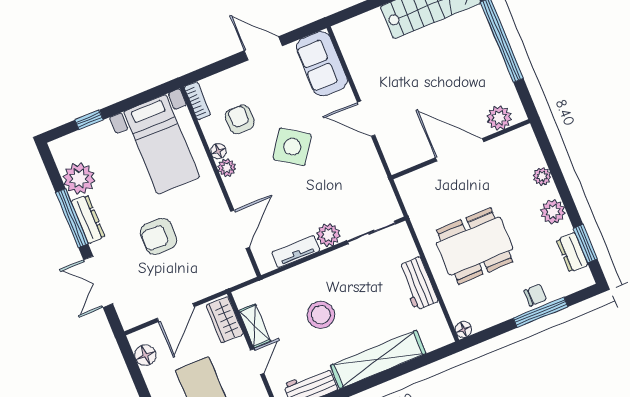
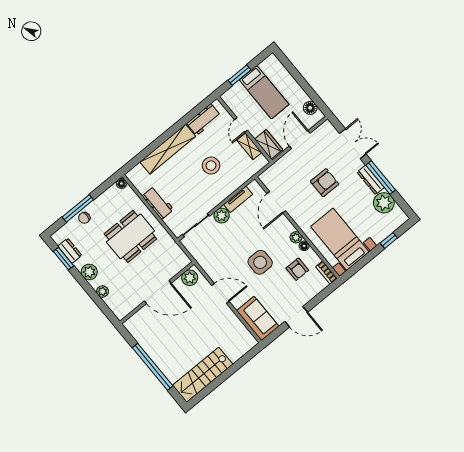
plant: (499, 118) -> (190, 278), moved
side table: (292, 147) -> (260, 262), turned -34

